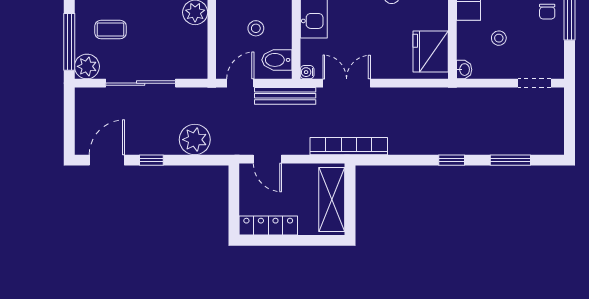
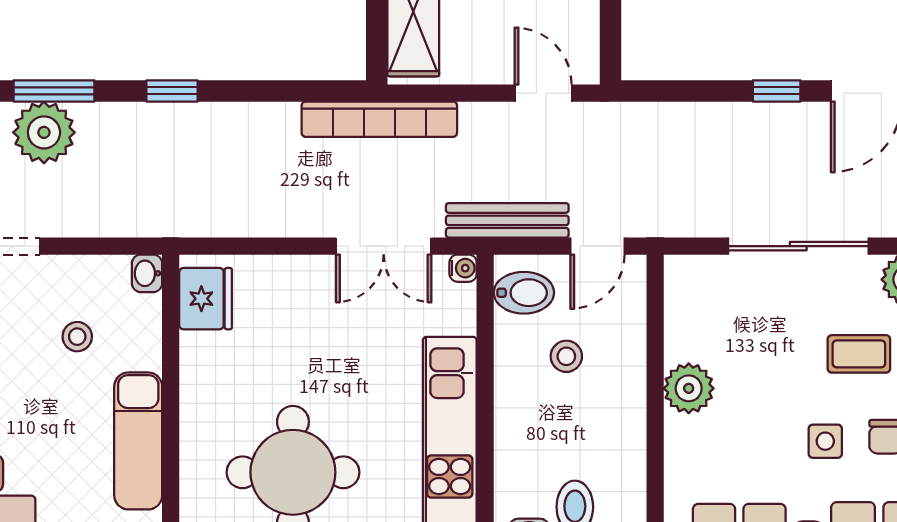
fridge: (431, 51) -> (206, 299), width x0.73, depth x0.75
plant: (195, 140) -> (44, 132), moved

